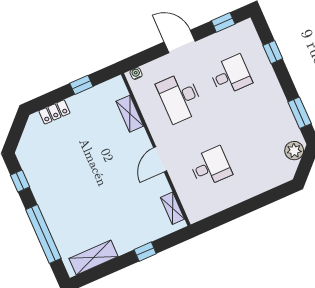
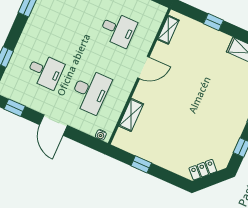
desk: (231, 75) -> (45, 71), turned 180
locker: (54, 112) -> (203, 170), moved, turned -45
desk: (211, 167) -> (118, 29), turned 180

